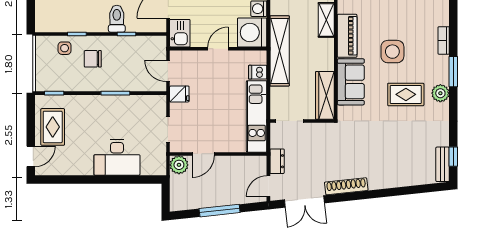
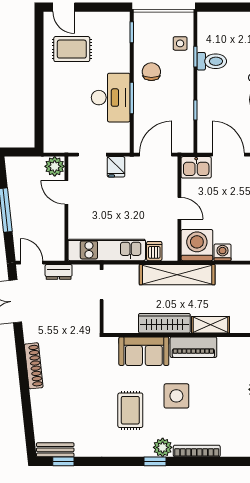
toilet: (117, 19) -> (212, 61), moved
bookcase: (444, 40) -> (197, 451), width x1.56
chair: (93, 59) -> (151, 72), moved
door: (168, 71) -> (156, 155), width x1.38
window: (453, 72) -> (155, 461), width x0.67
plant: (440, 93) -> (163, 447), moved
fridge: (179, 94) -> (116, 167), moved
wardrobe: (325, 95) -> (164, 323), moved
rug: (53, 127) -> (72, 49), moved
desk: (117, 157) -> (111, 98), moved, turned 180
shoe rack: (346, 186) -> (34, 366), moved

